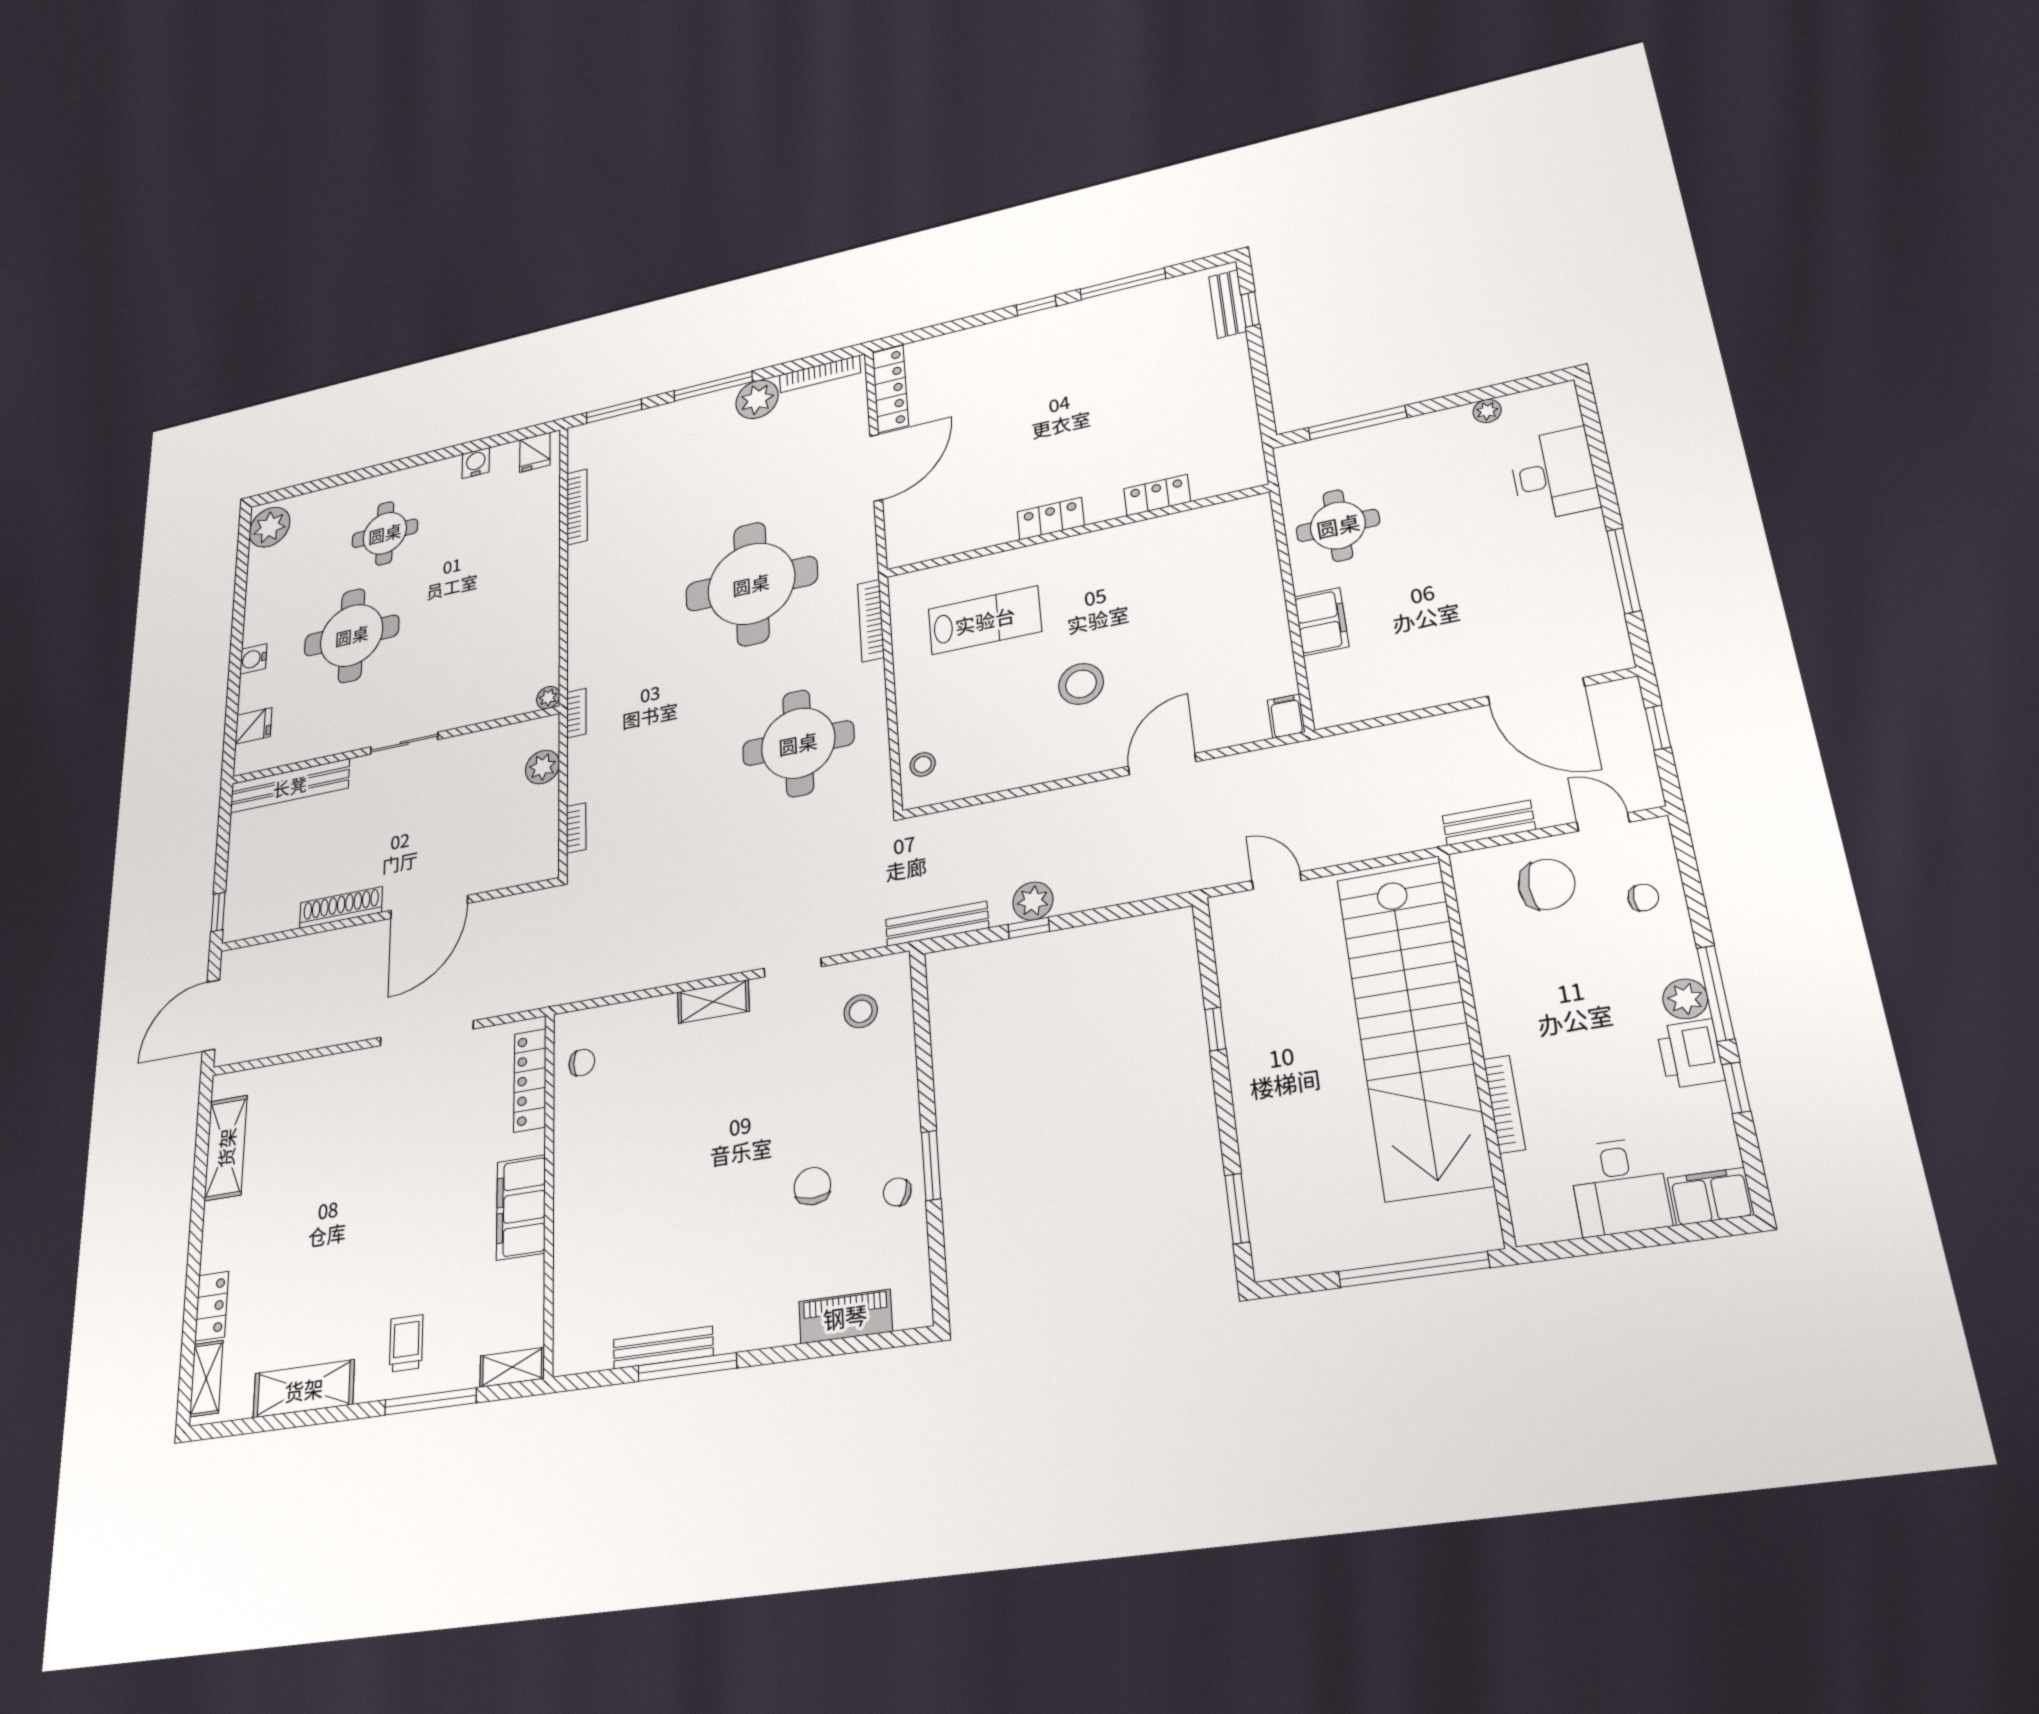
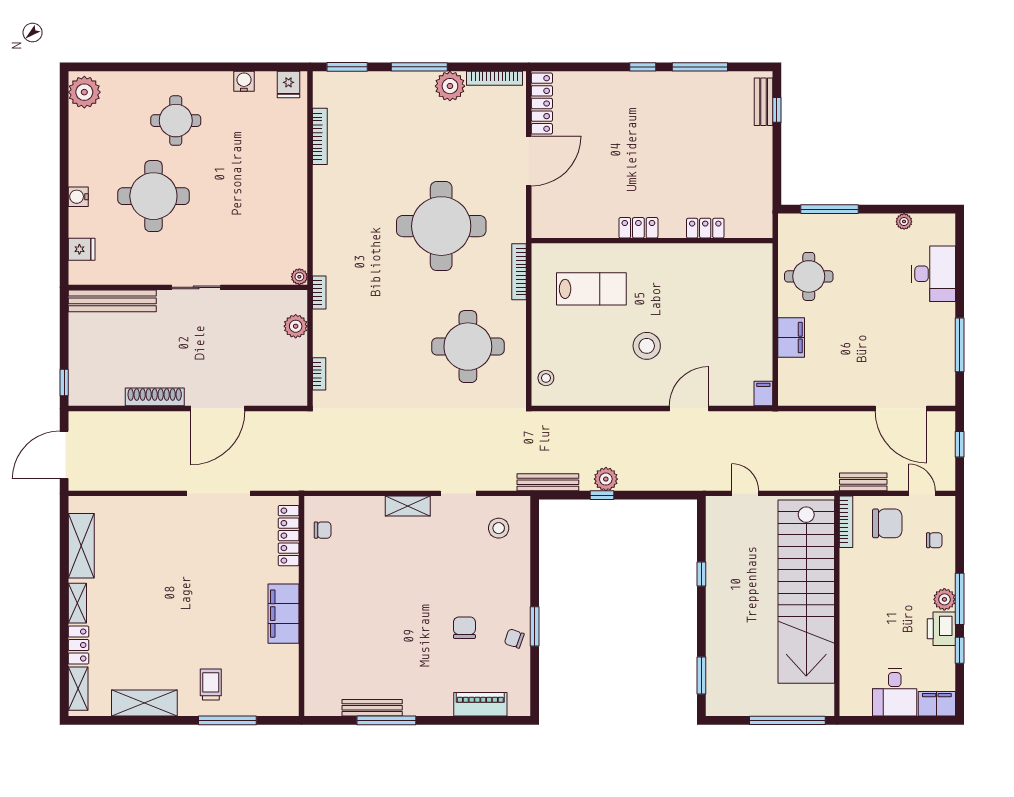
bookcase: (1504, 1104) -> (846, 522), moved
shelving: (512, 1367) -> (77, 603), moved, turned 90

